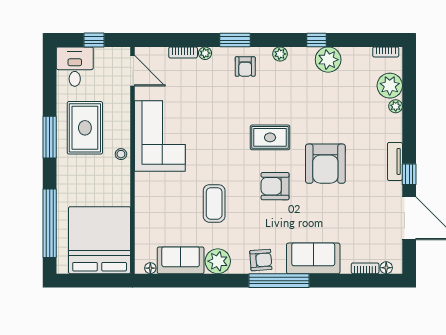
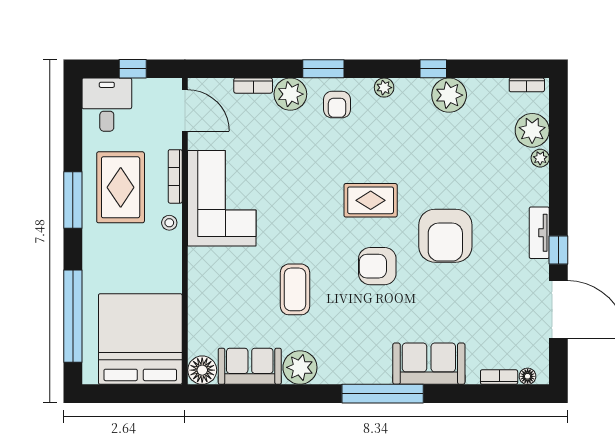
plant: (205, 53) -> (290, 94), width x1.88, depth x1.88
bookcase: (125, 120) -> (175, 176), added
armchair: (261, 260) -> (358, 366), removed
floor lamp: (150, 268) -> (202, 370), width x1.89, depth x1.89

